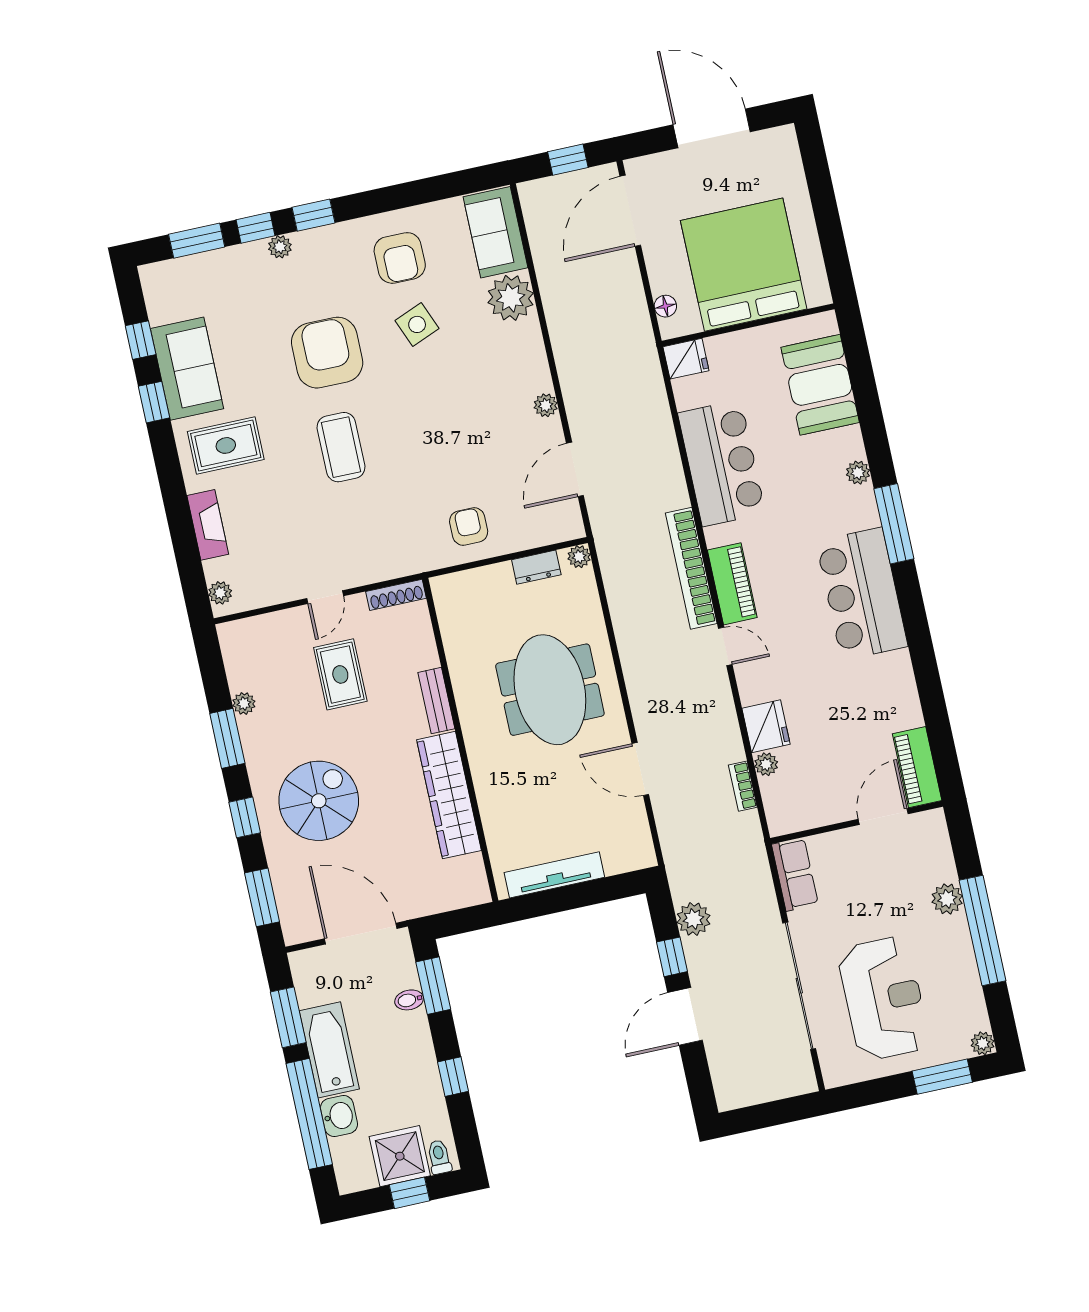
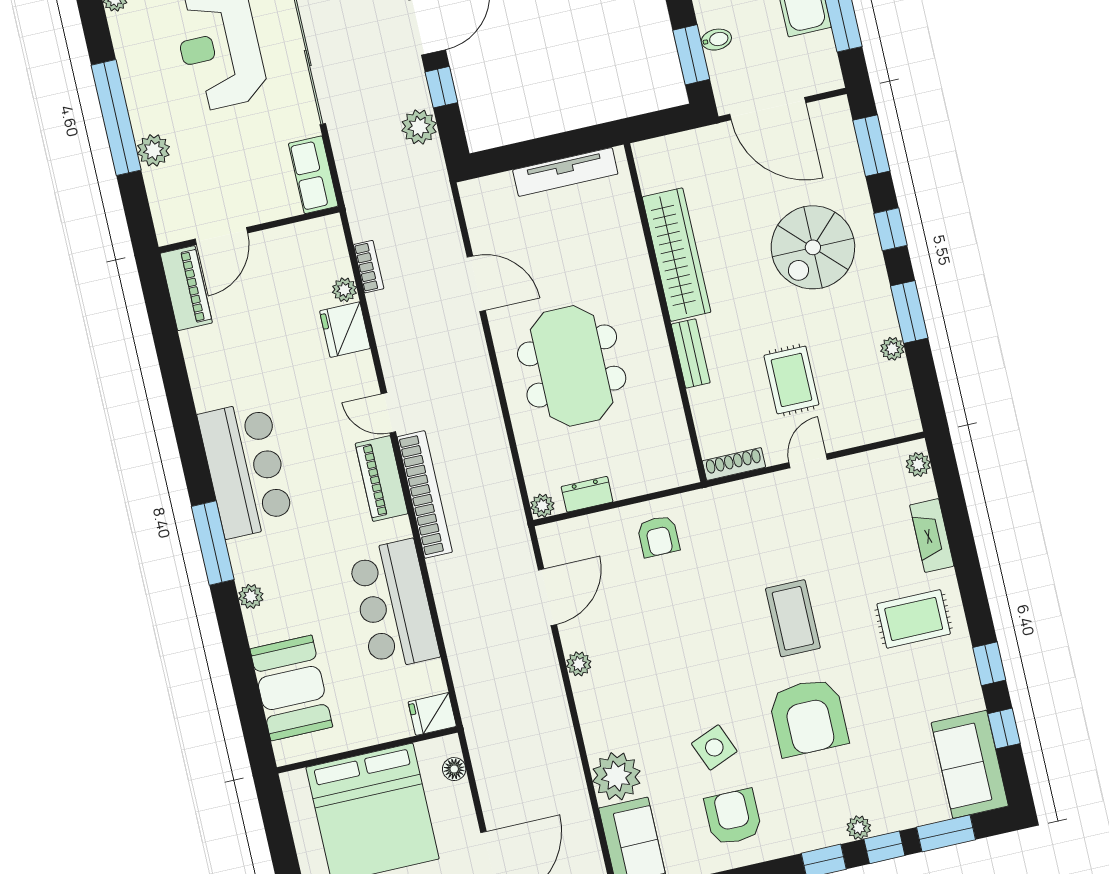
sofa: (187, 369) -> (970, 764), moved

